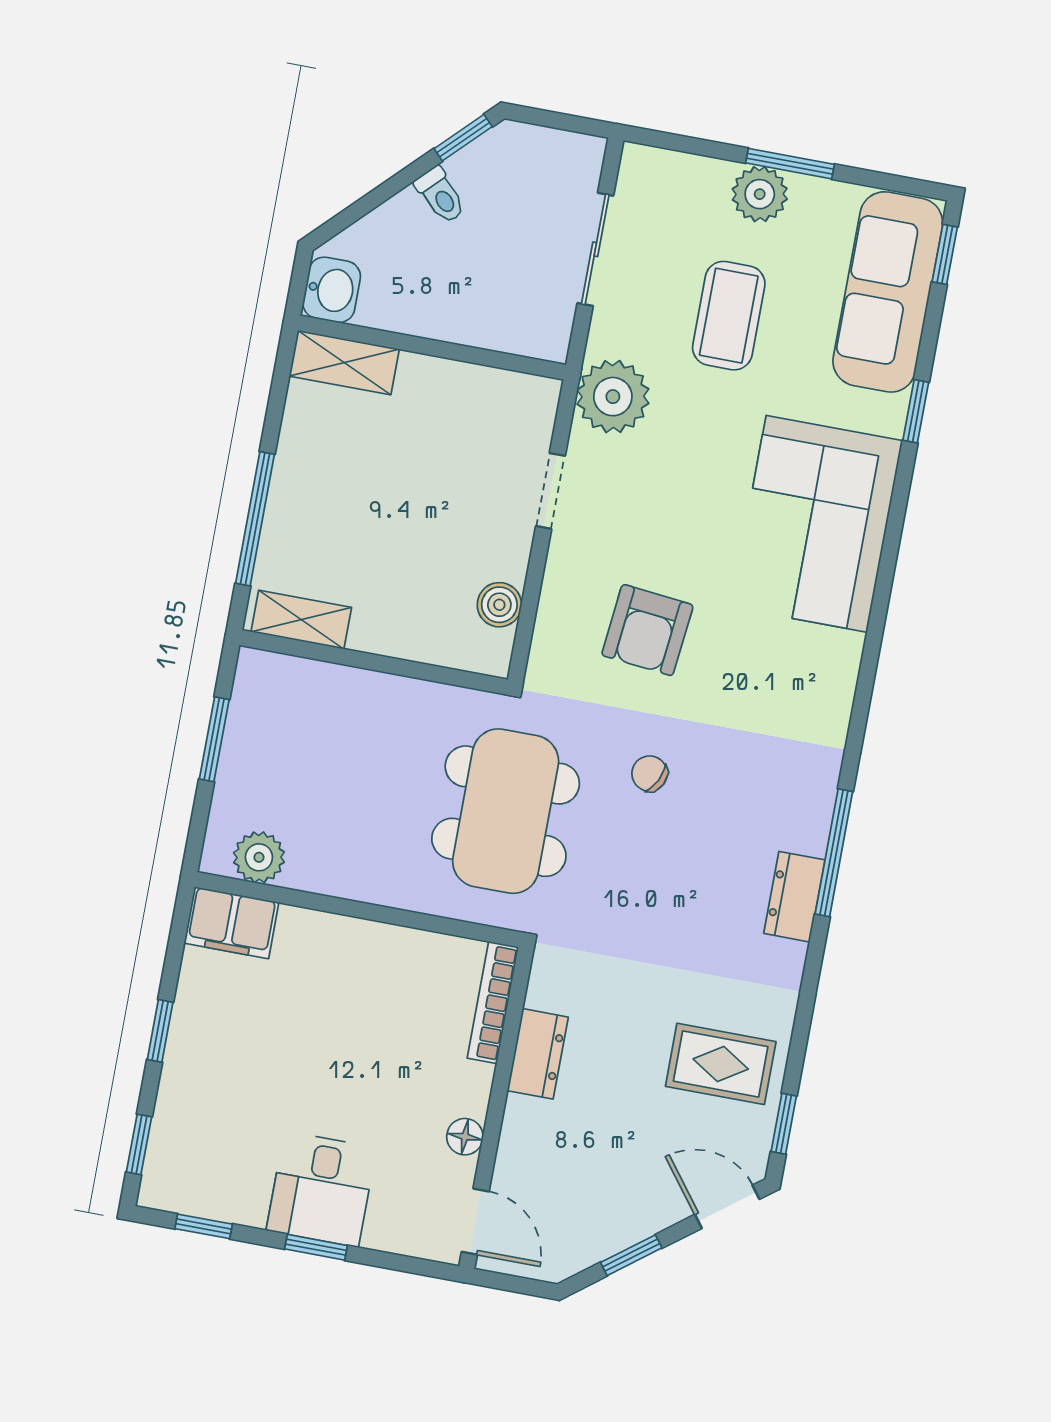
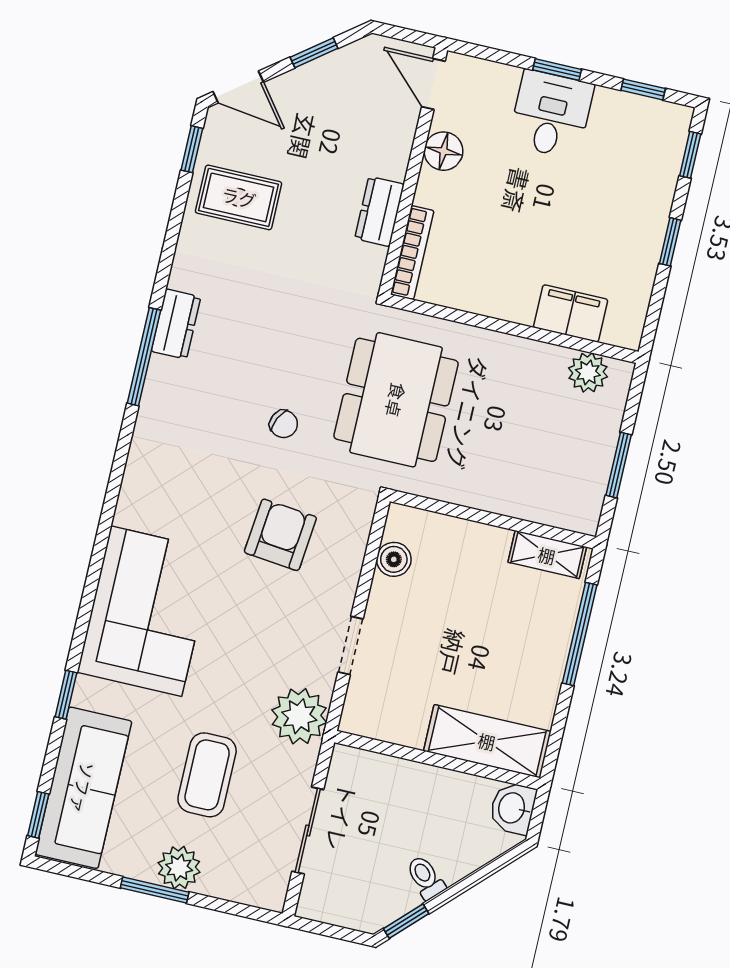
shelving: (344, 363) -> (487, 741), width x1.50, depth x1.33
filing cabinet: (231, 923) -> (571, 313), moved
floor lamp: (465, 1137) -> (443, 151), width x1.37, depth x1.37

